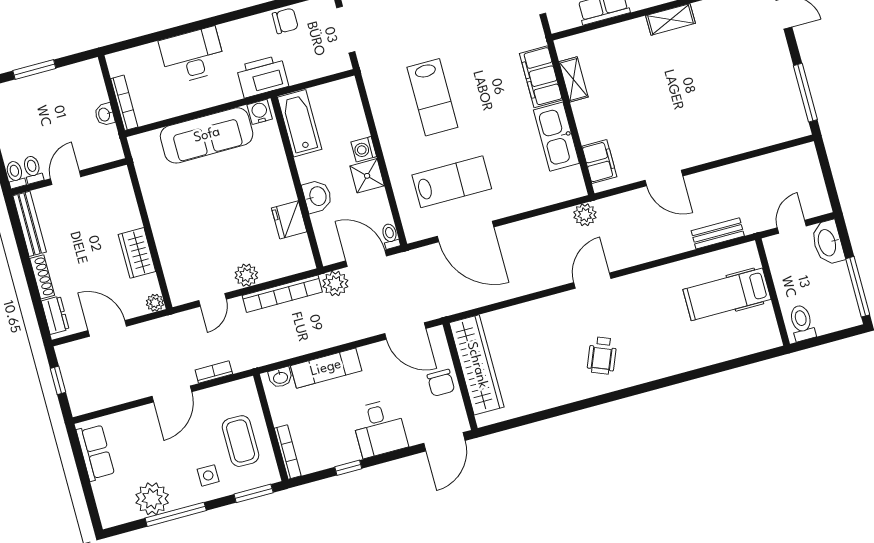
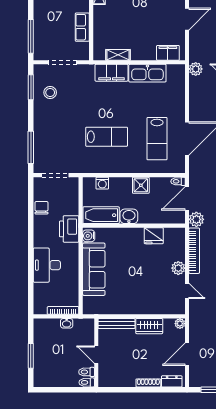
washing machine: (364, 149) -> (102, 183), moved
lab bench: (452, 182) -> (157, 139), turned 180
washbasin: (317, 196) -> (129, 216), moved
bench: (30, 224) -> (117, 324), moved

